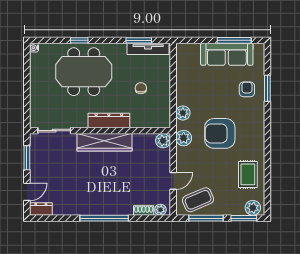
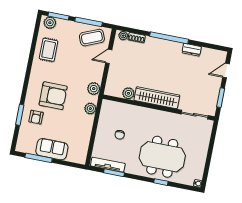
sofa: (227, 54) -> (52, 149), width x0.73
dresser: (109, 120) -> (150, 114), removed
armchair: (220, 133) -> (53, 96), moved
plant: (163, 141) -> (128, 93), moved
dresser: (41, 209) -> (192, 50), moved

